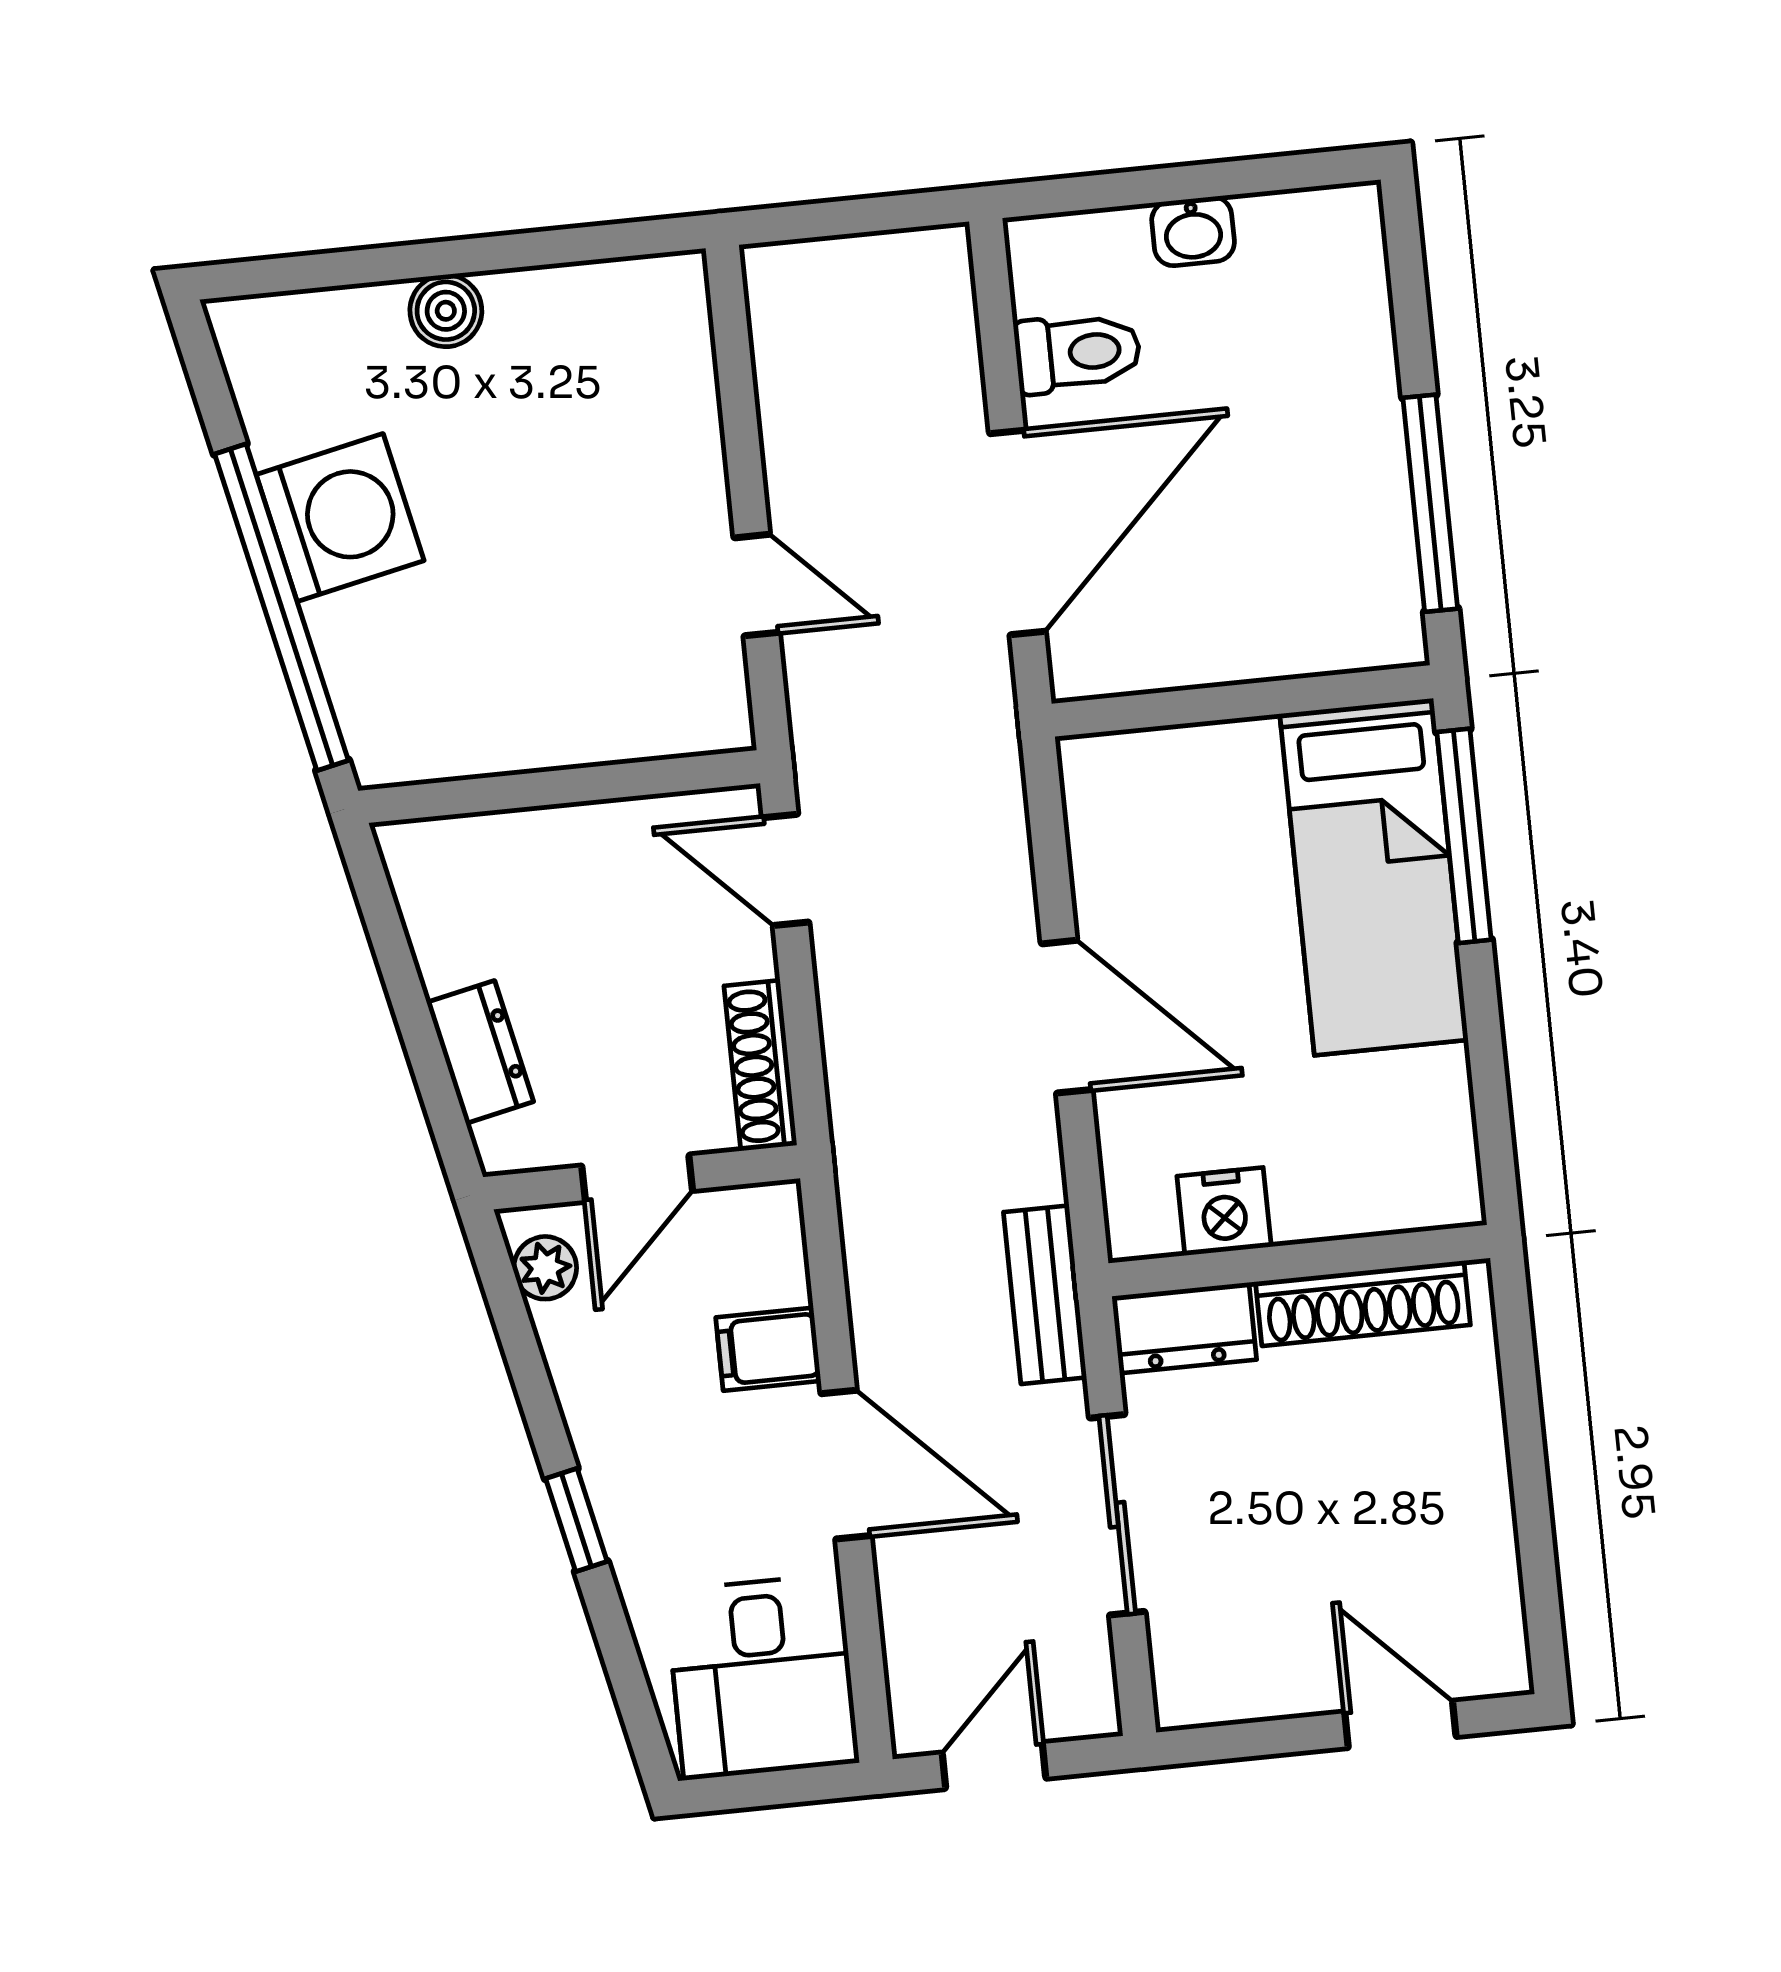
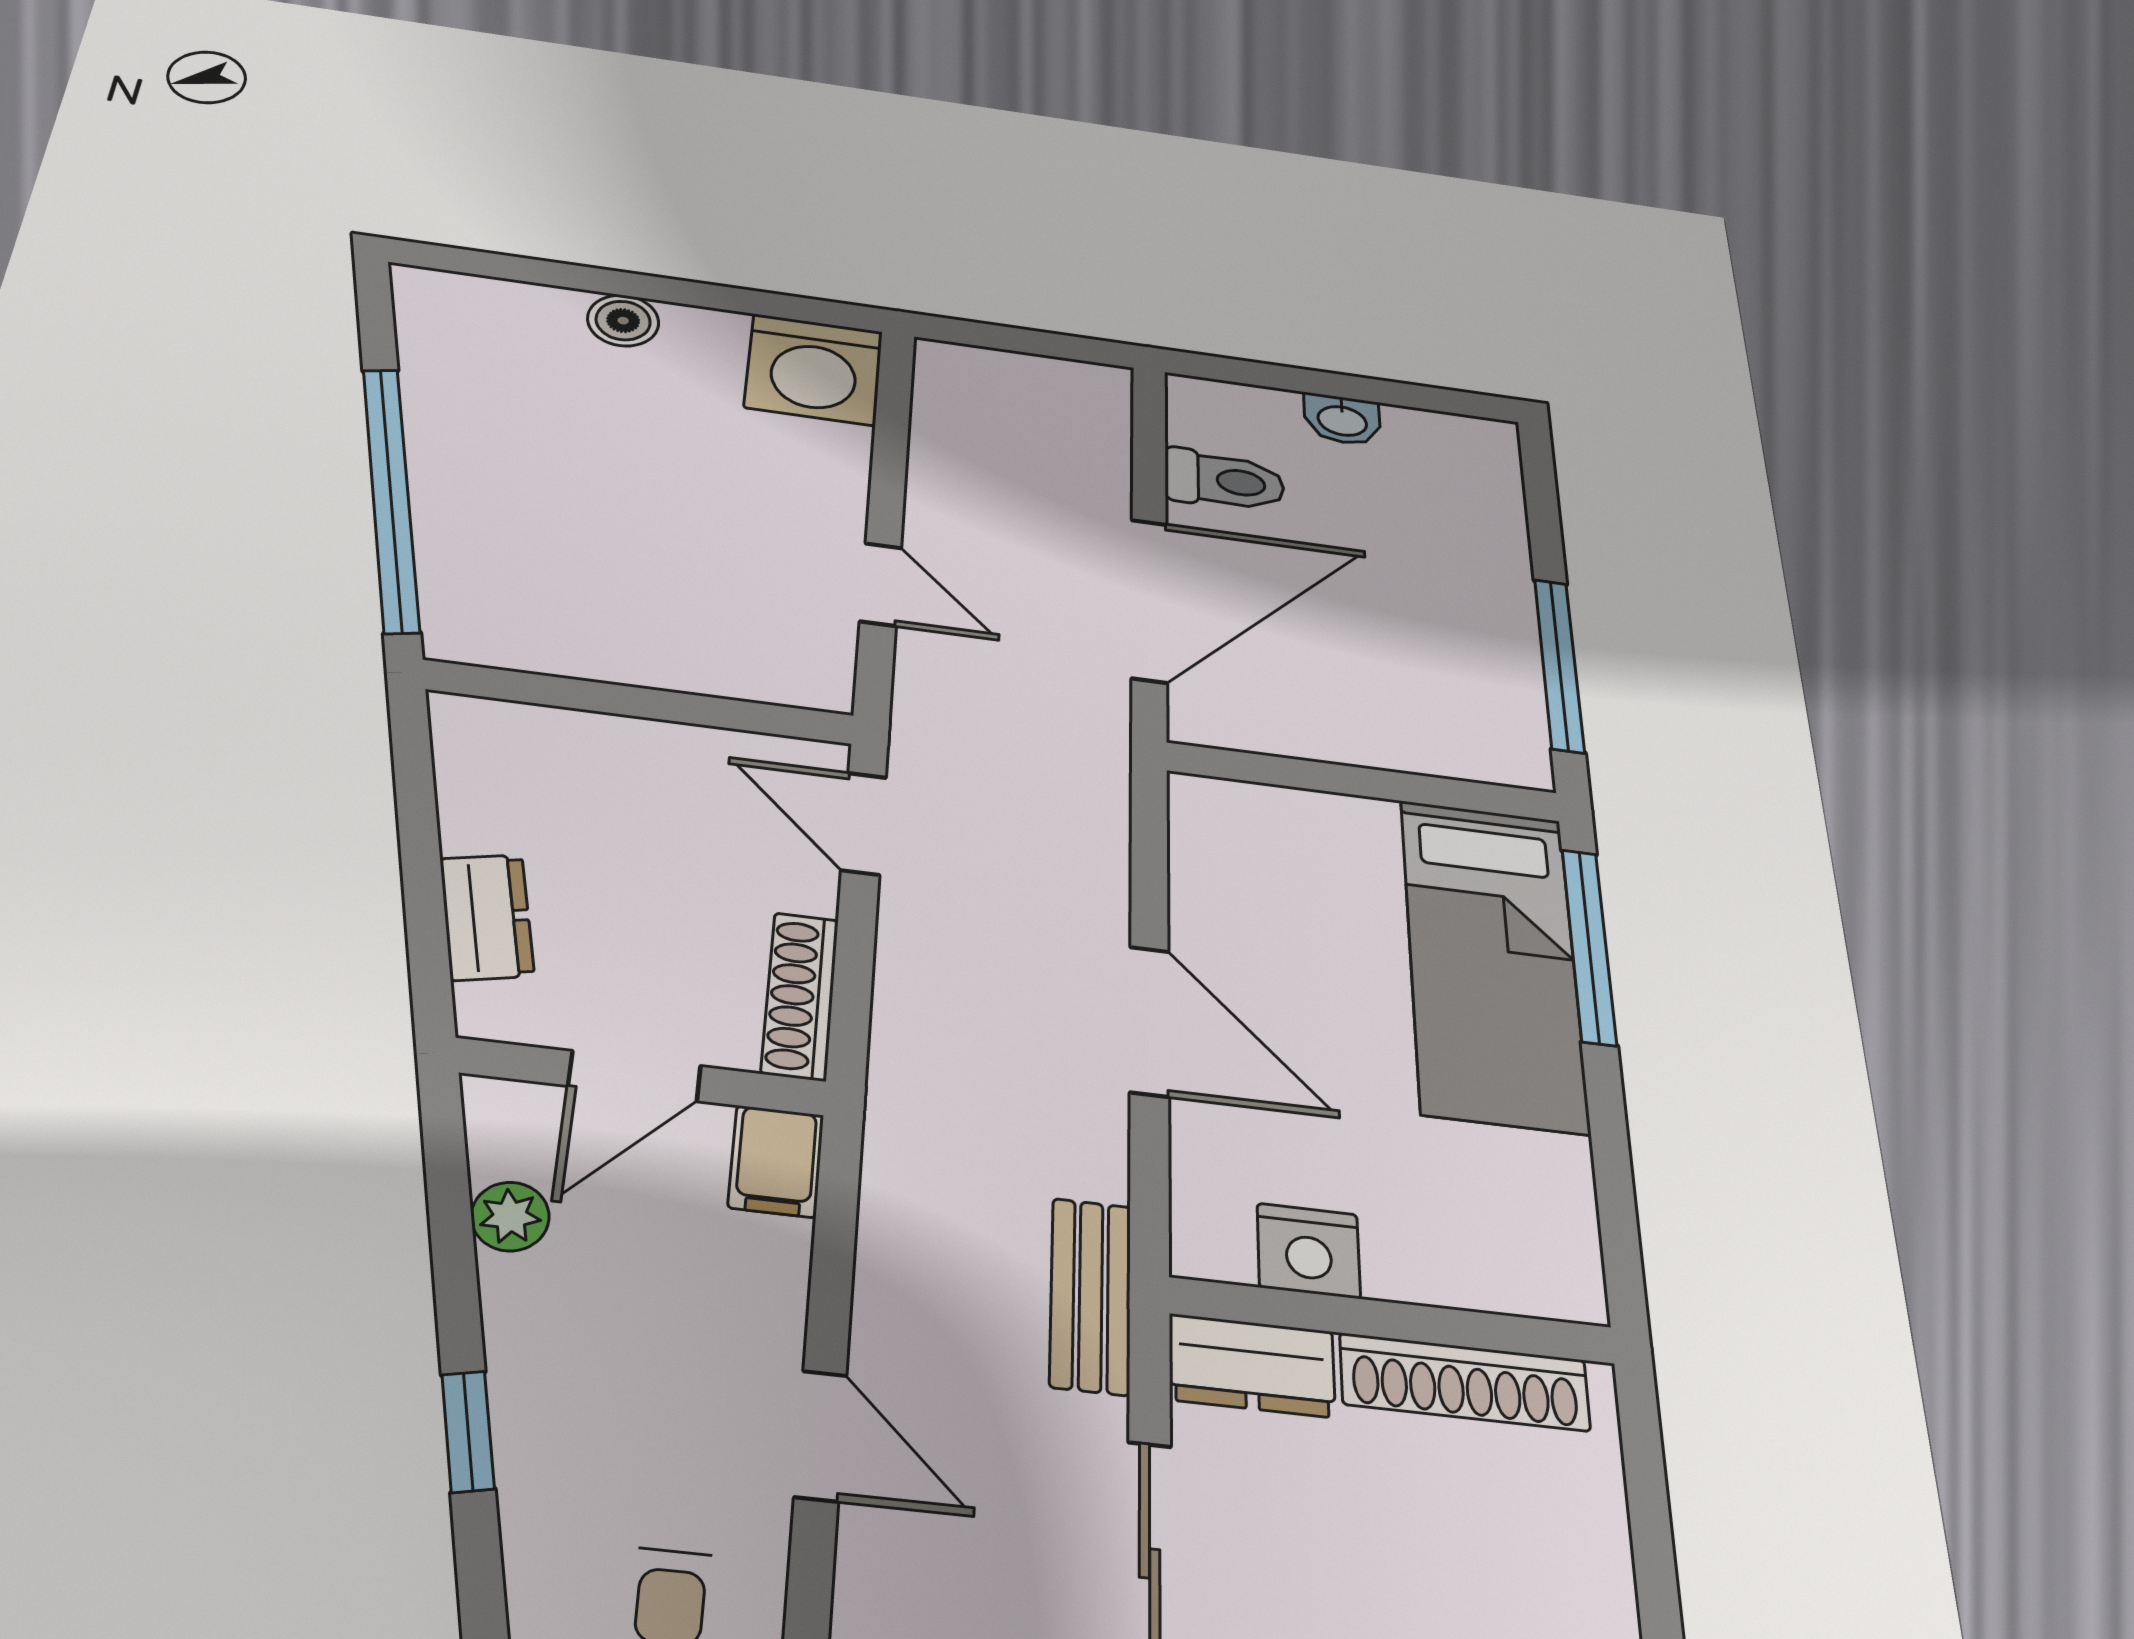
washing machine: (340, 518) -> (814, 369), moved, turned 102
plant: (545, 1268) -> (510, 1216), moved
filing cabinet: (768, 1349) -> (776, 1161), moved, turned -90
door: (846, 1465) -> (821, 1436), width x0.73

